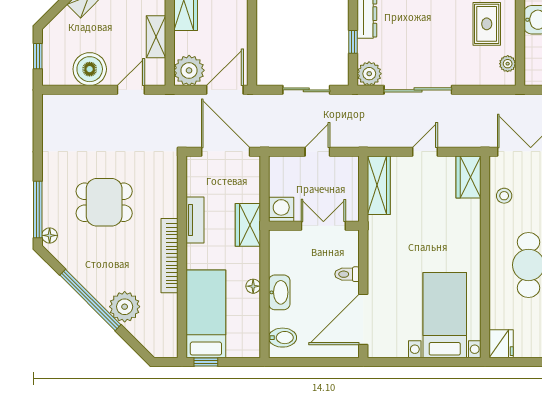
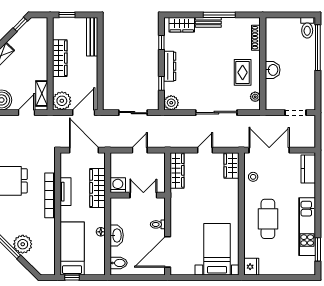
shelving: (156, 37) -> (42, 93), moved
sliding door: (418, 90) -> (216, 113), moved
wardrobe: (248, 225) -> (98, 188), width x1.50
bookcase: (169, 256) -> (50, 195), moved

